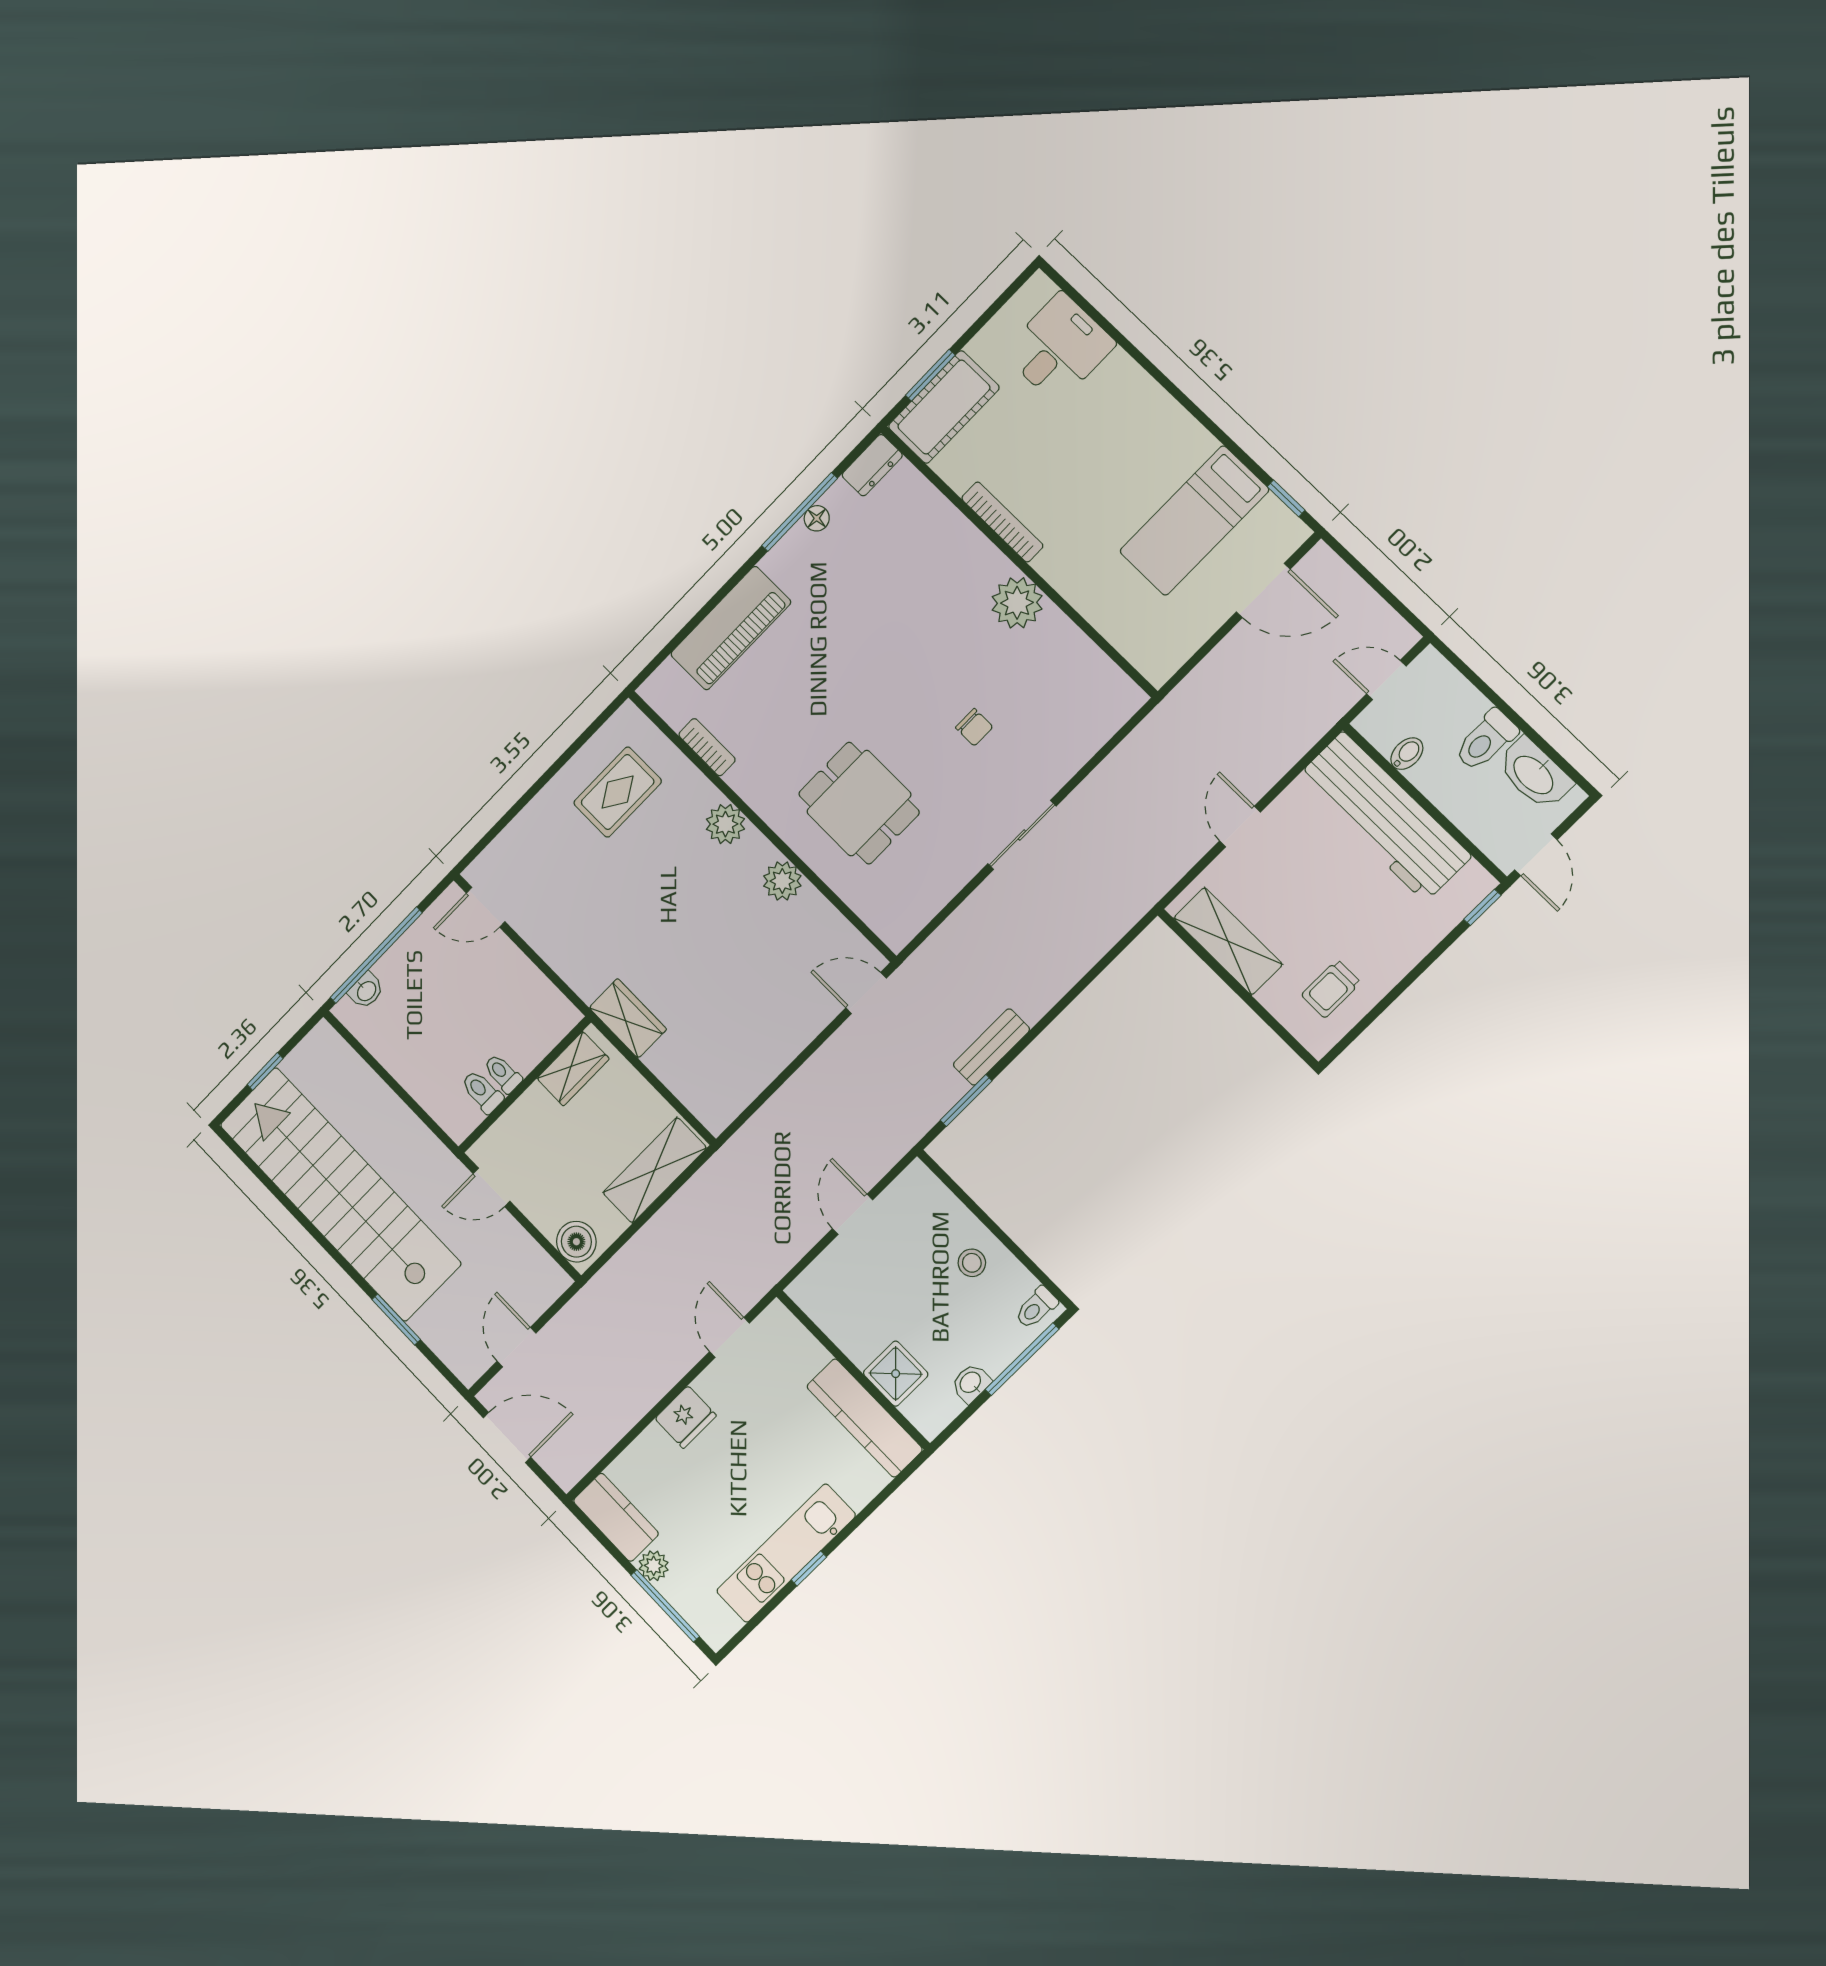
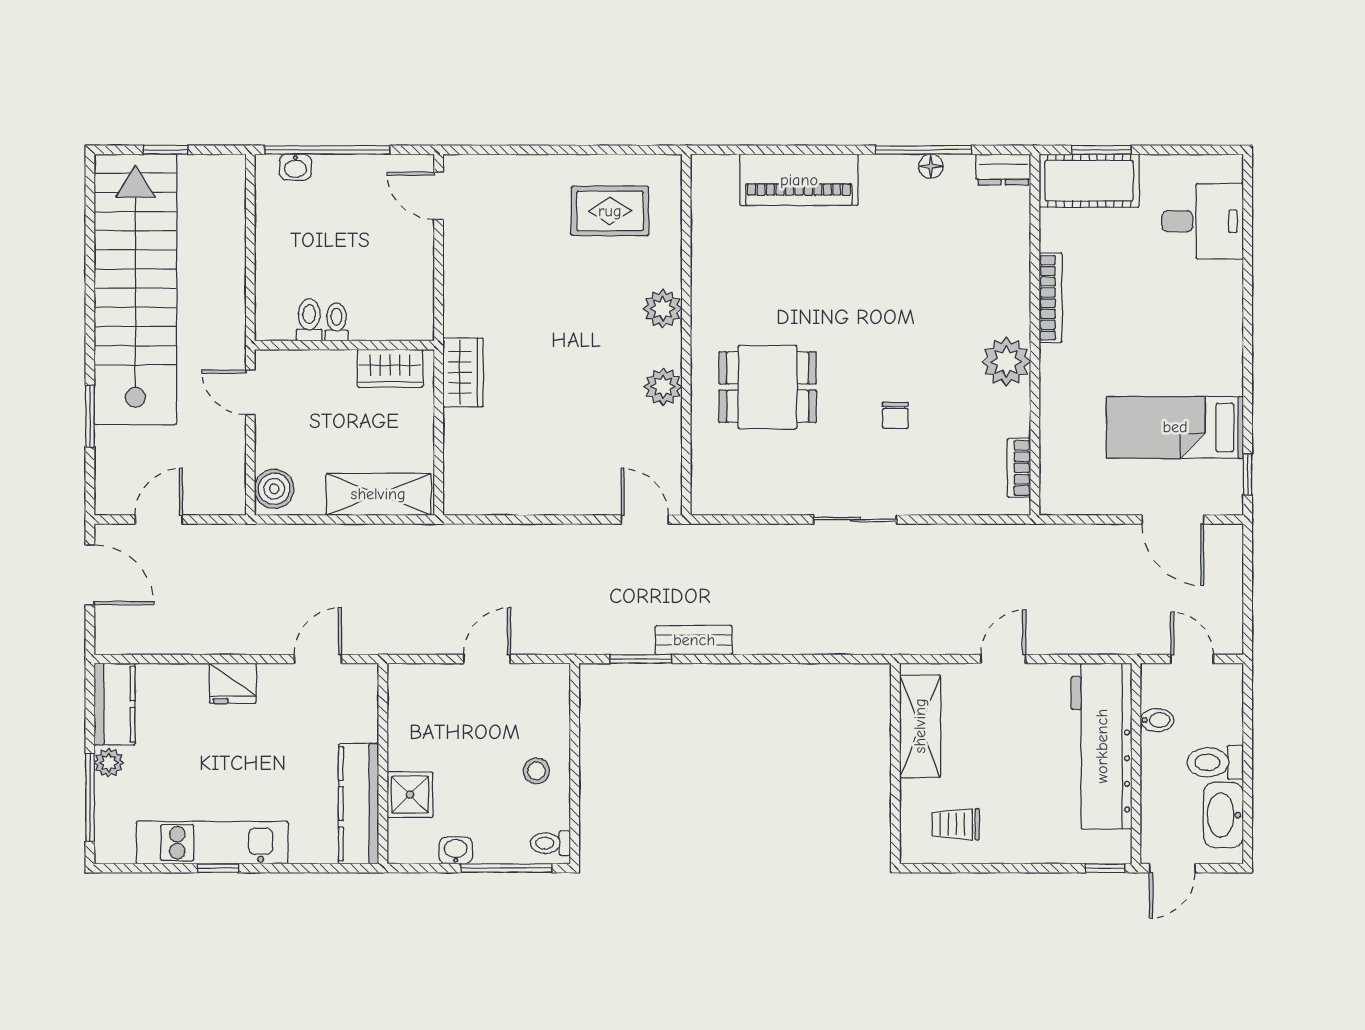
bookcase: (707, 747) -> (1019, 468), moved, turned 180
dining table: (859, 803) -> (768, 387), turned 90

